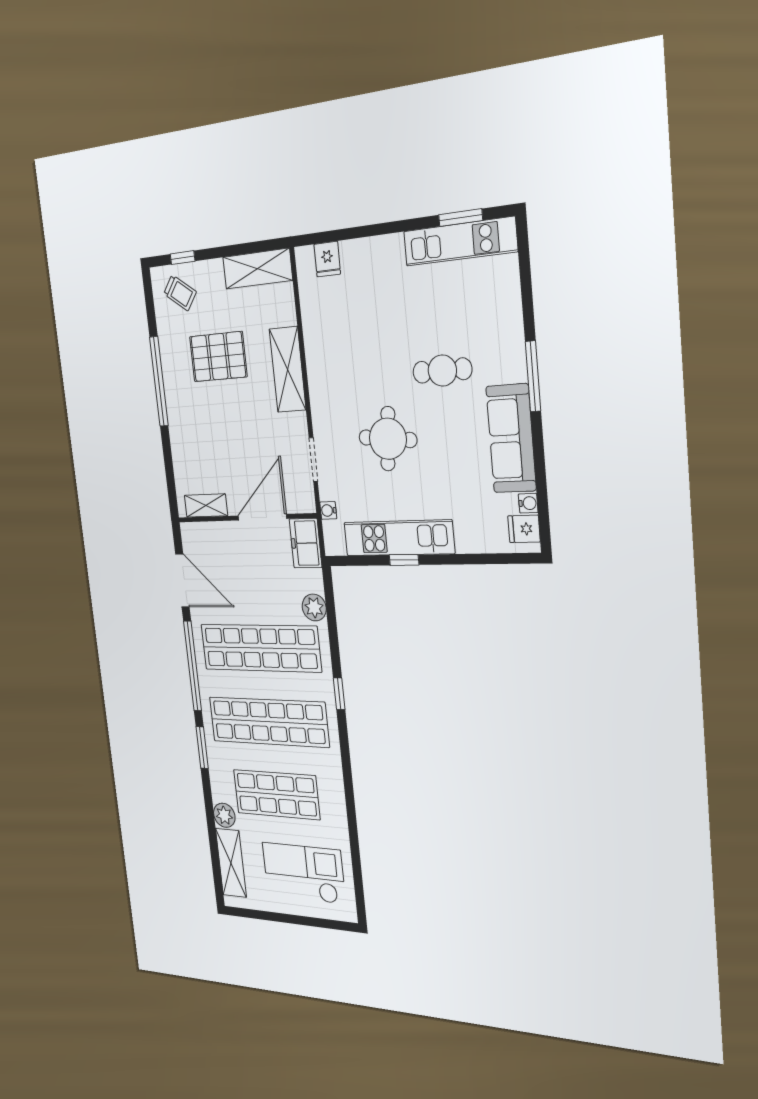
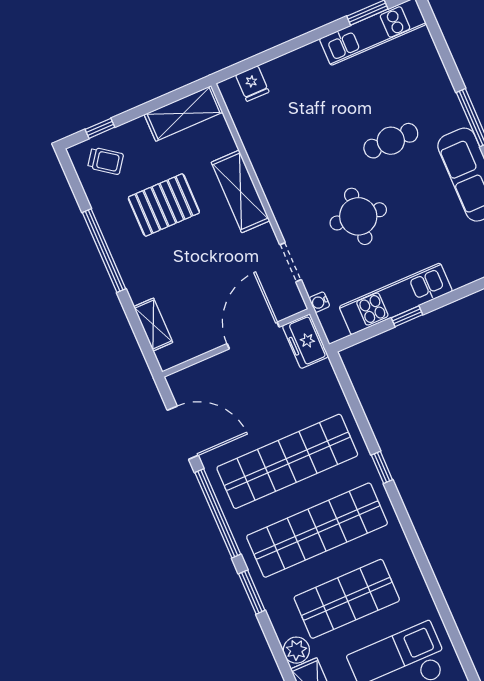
shelving: (206, 506) -> (153, 324), moved, turned 90
plant: (314, 607) -> (332, 397), removed

